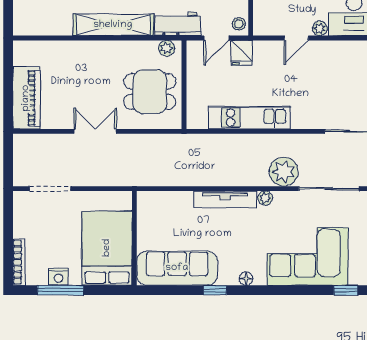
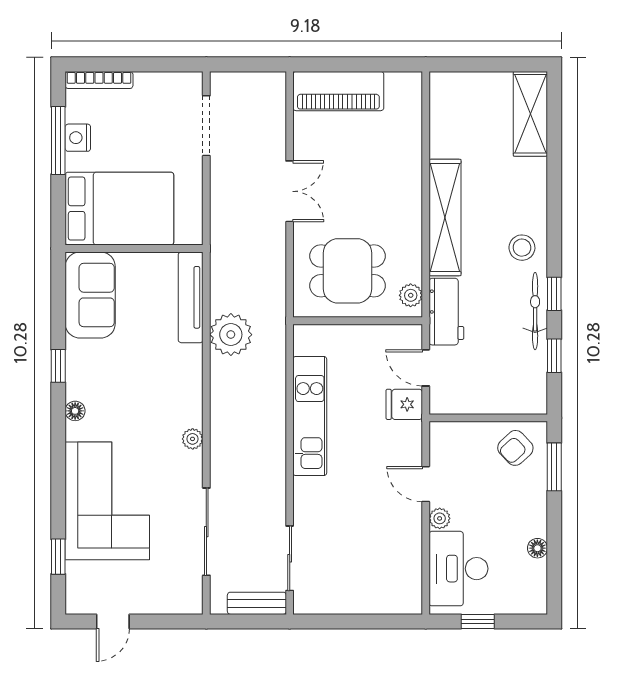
stool: (239, 24) -> (446, 401), removed
dining table: (150, 92) -> (347, 271), turned 90
plant: (284, 172) -> (231, 335), moved
tv unit: (225, 199) -> (191, 297), moved
sofa: (177, 268) -> (90, 295), width x0.73

